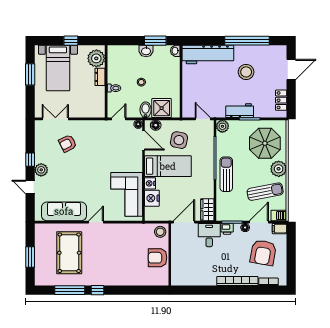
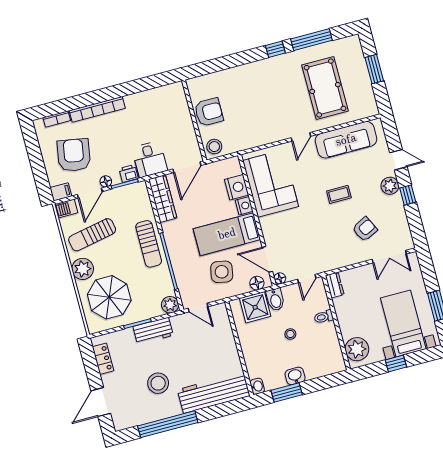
dresser: (100, 77) -> (335, 285), moved
coffee table: (80, 173) -> (339, 194), added
wardrobe: (207, 210) -> (163, 199), width x1.50

